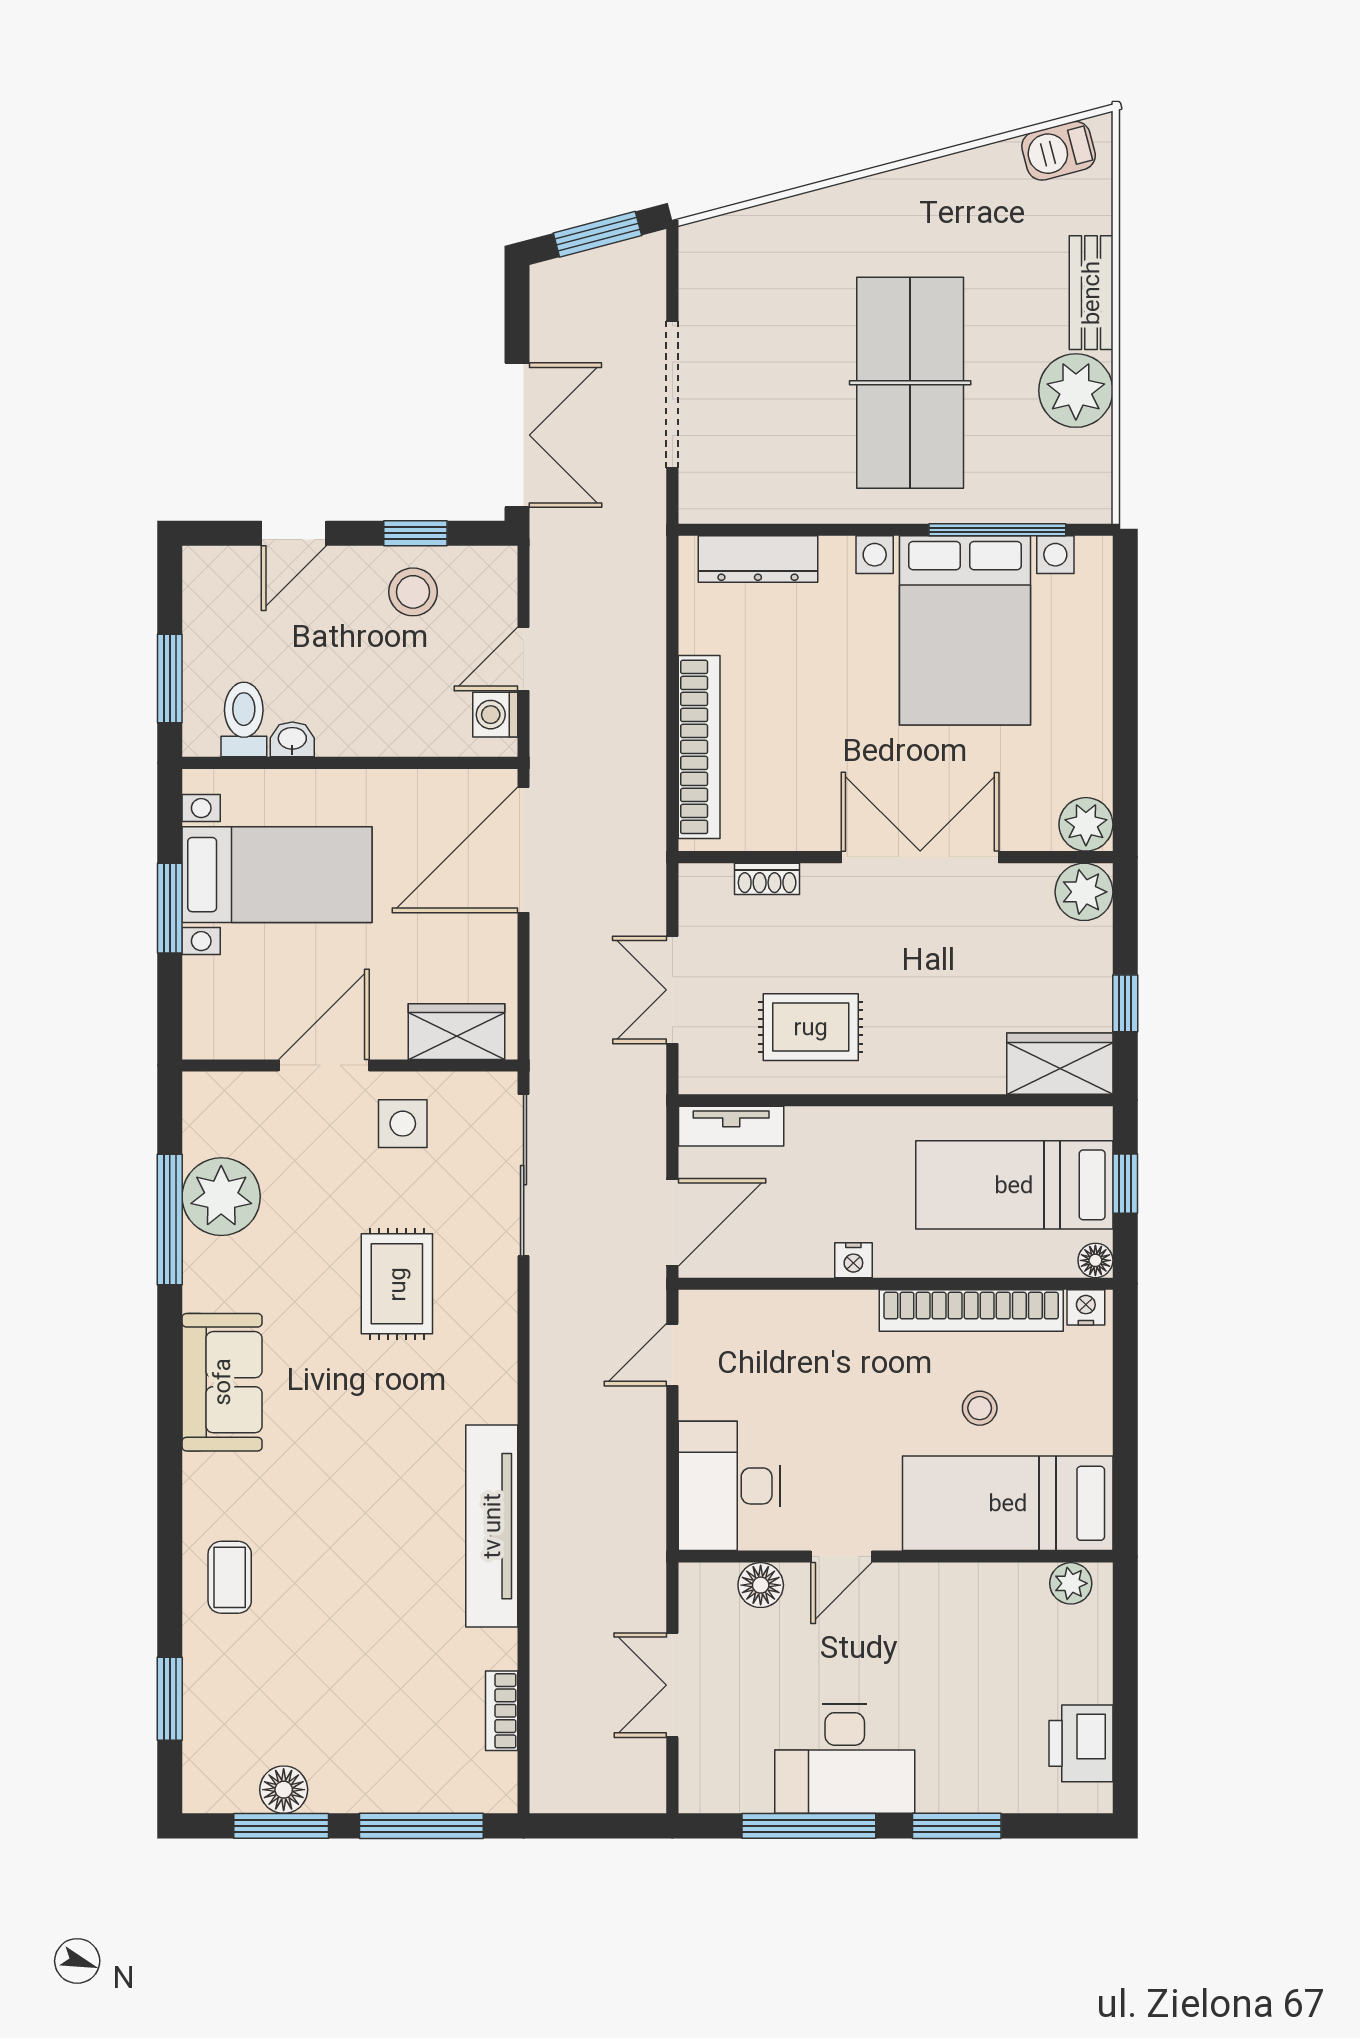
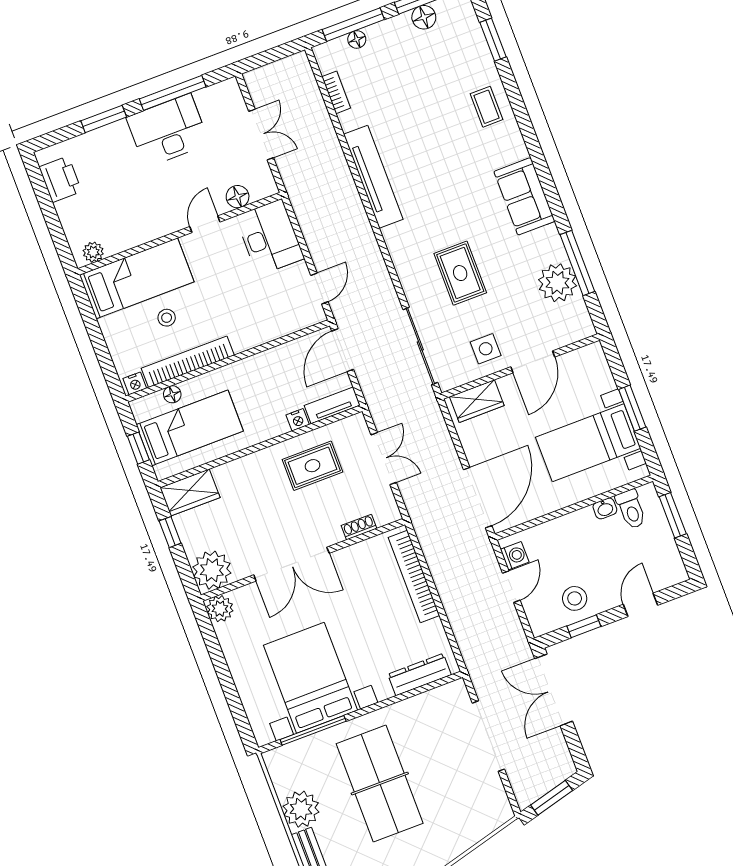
plant: (1084, 892) -> (212, 570), width x1.36, depth x1.36
nightstand: (853, 1260) -> (298, 420), moved, turned 180
floor lamp: (1095, 1260) -> (172, 394), moved
floor lamp: (425, 1796) -> (357, 39), added

